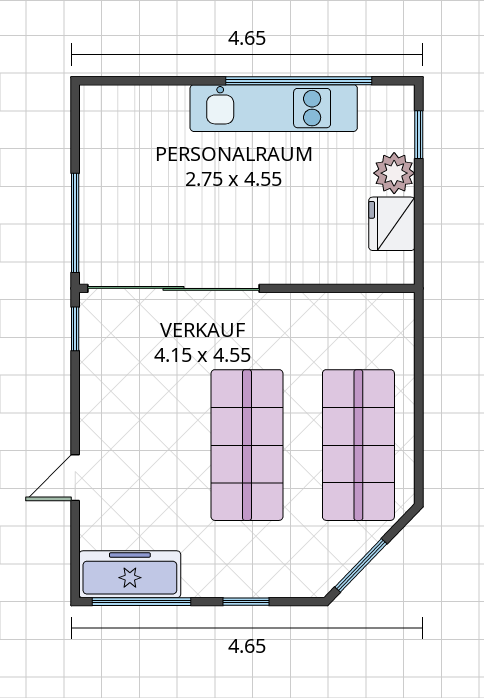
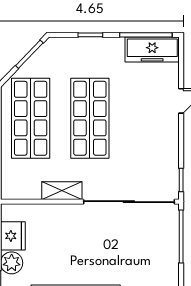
shelving: (300, 309) -> (62, 191), added

